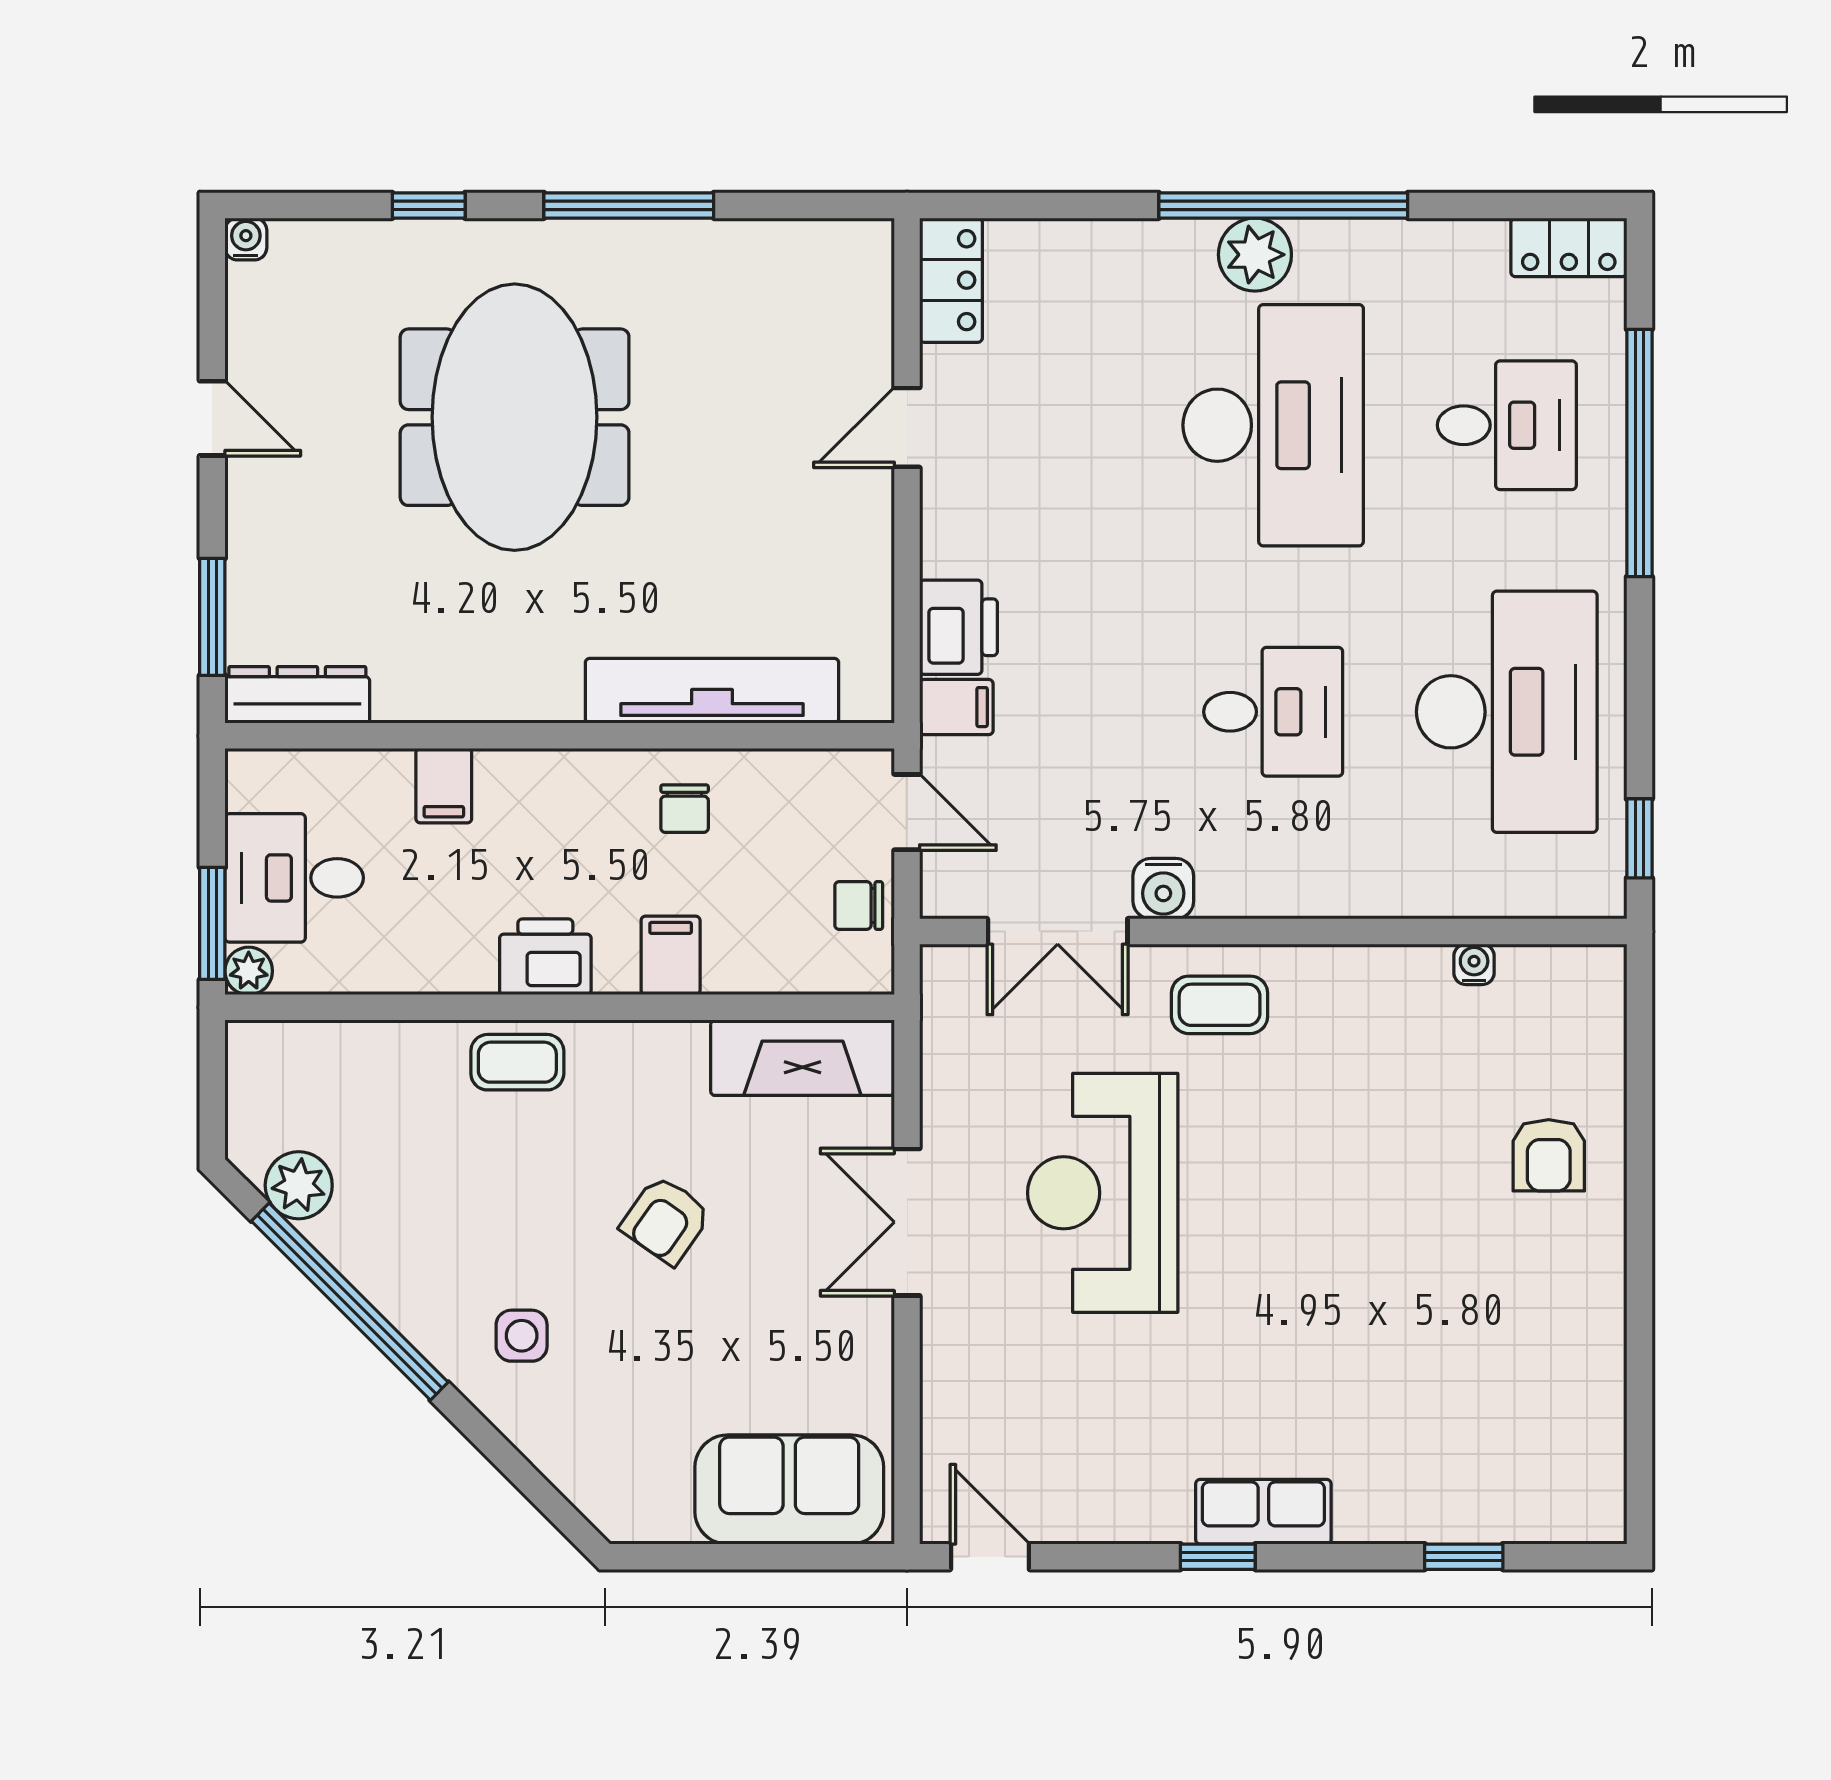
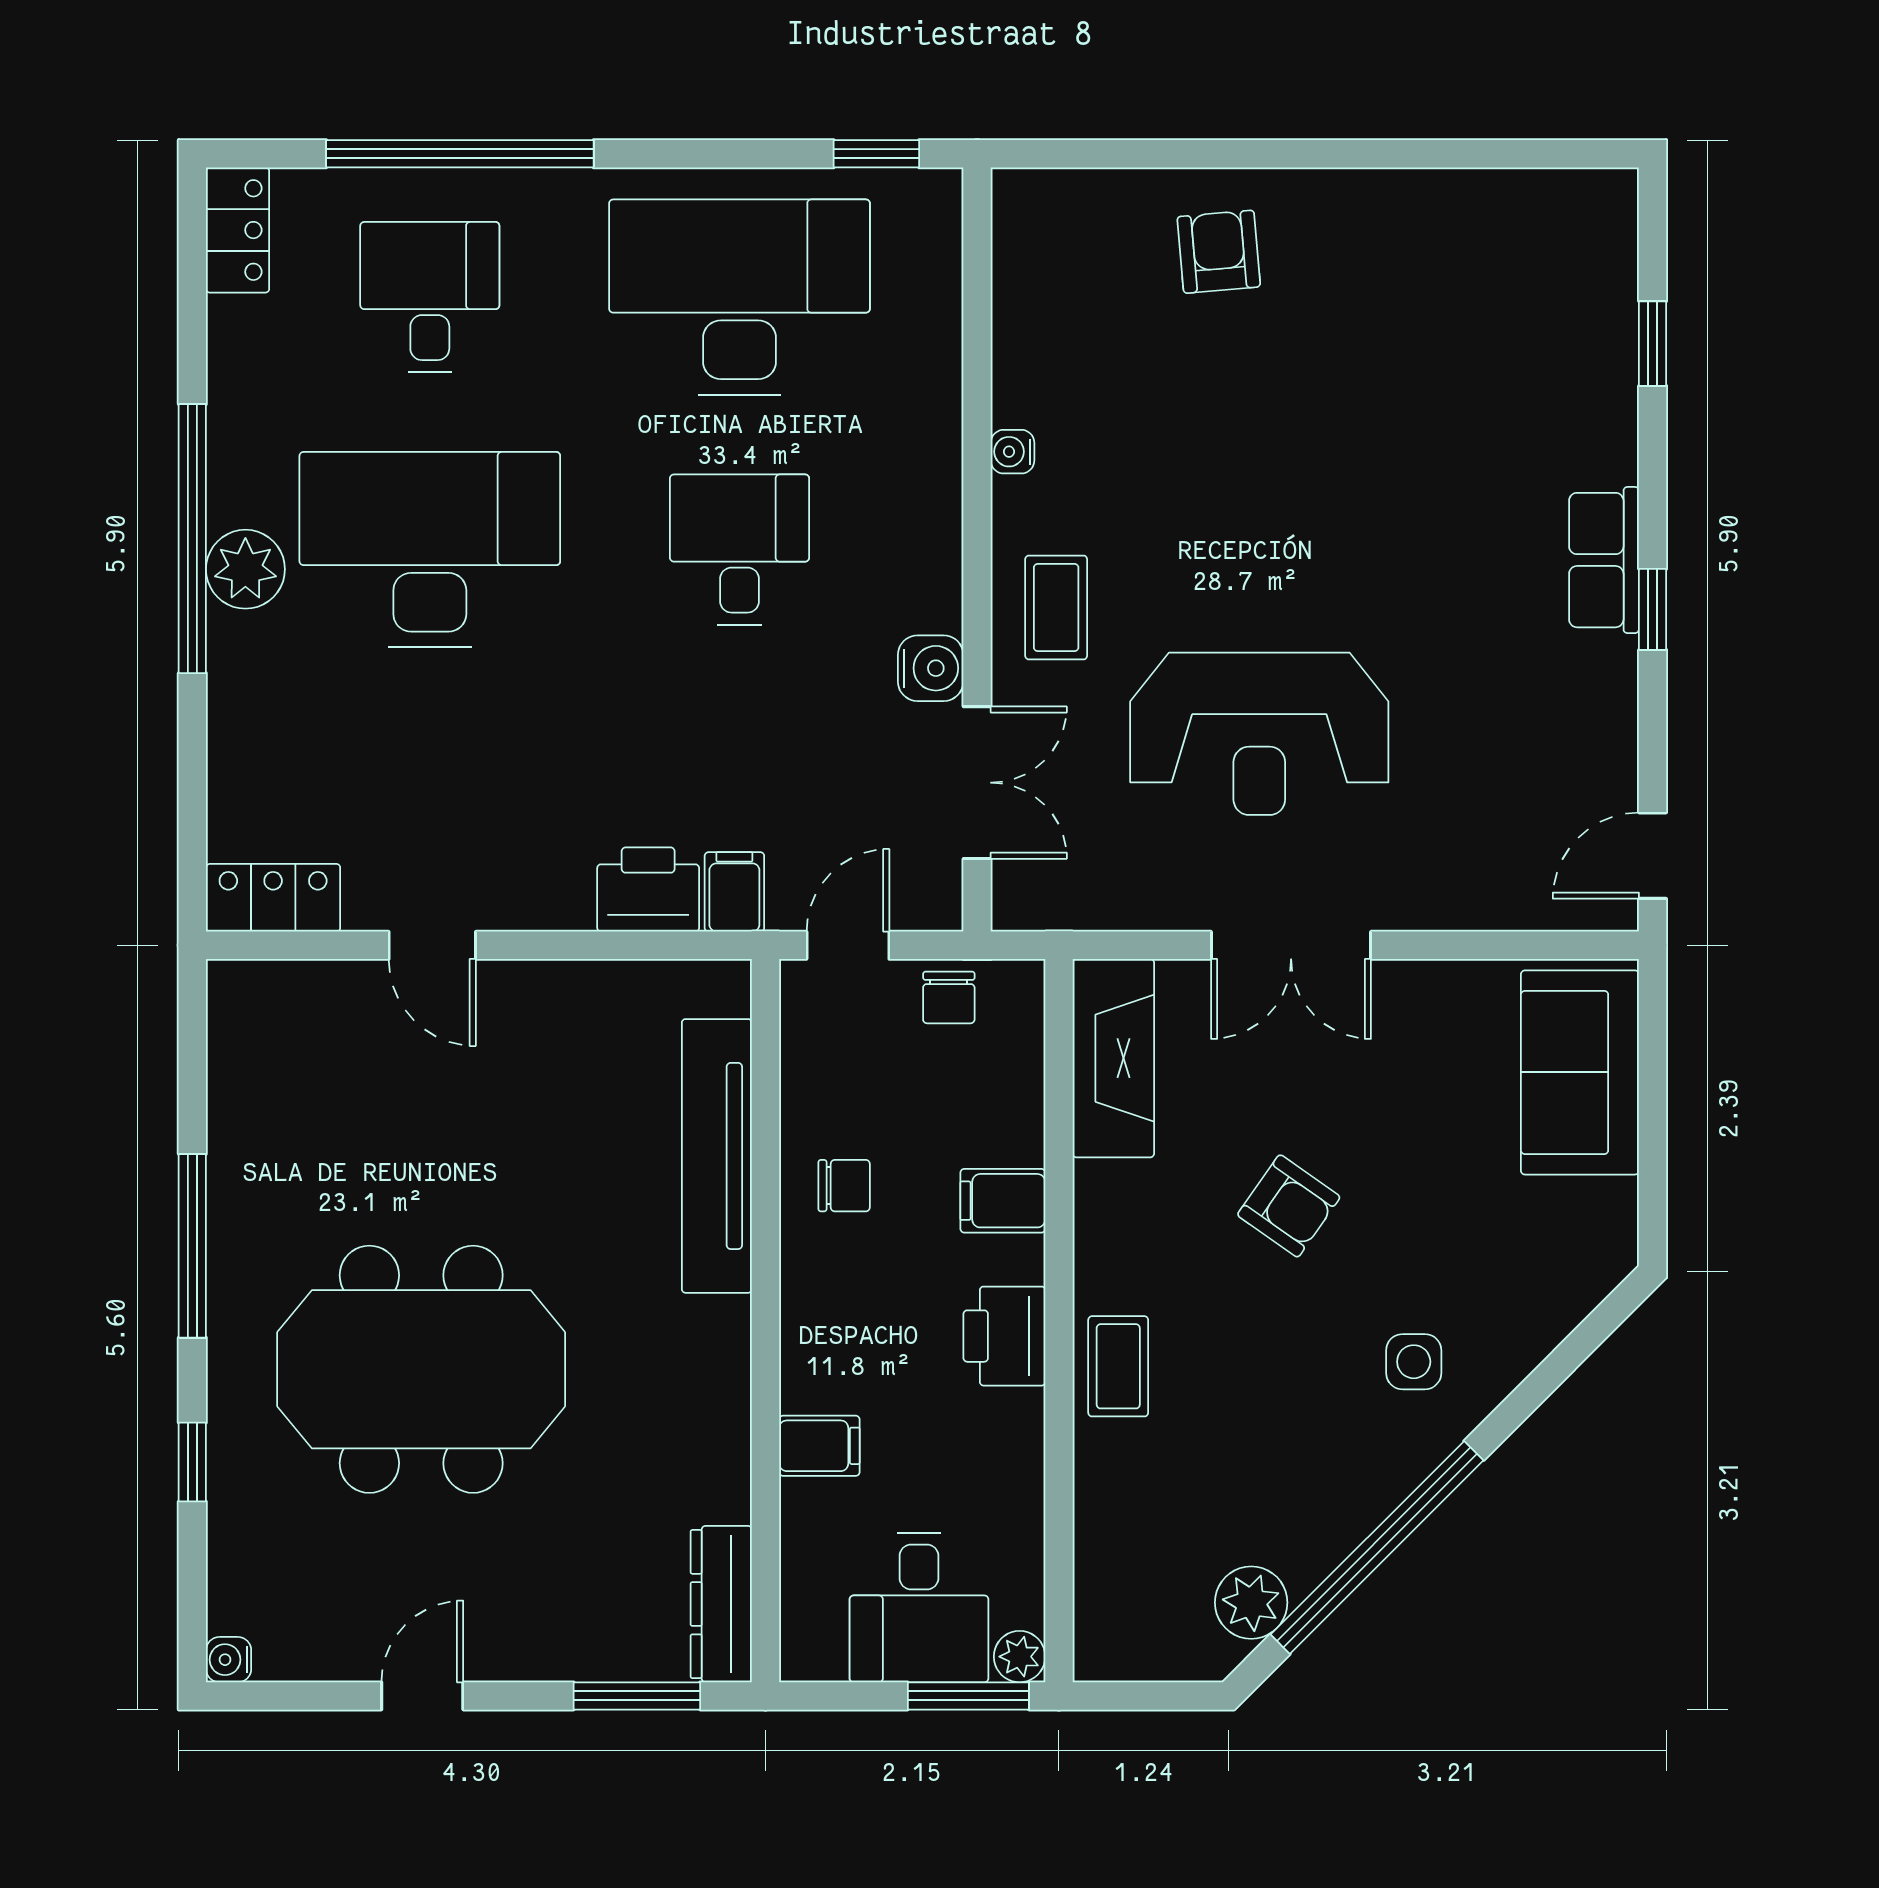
water cooler: (1474, 964) -> (1012, 452), moved
armchair: (1549, 1155) -> (1219, 252), turned -95

